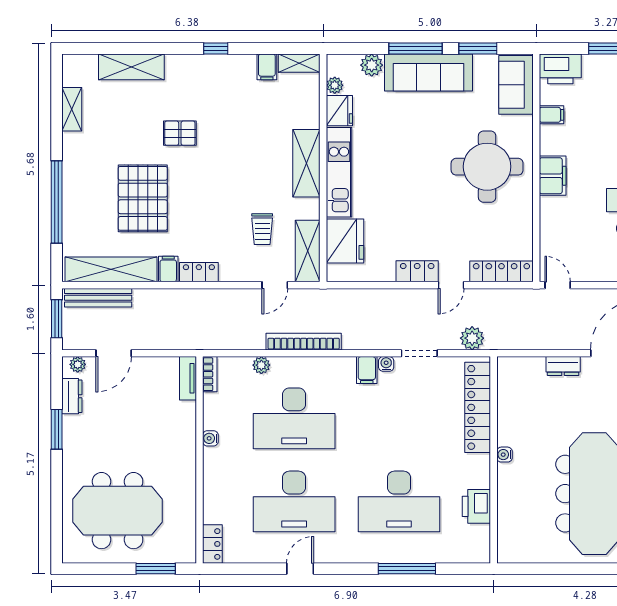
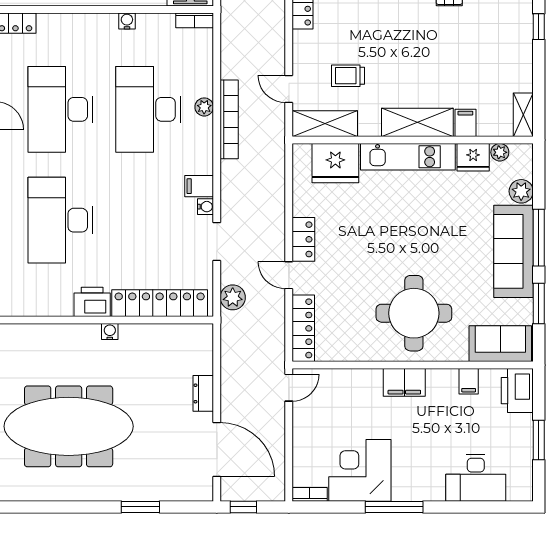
filing cabinet: (267, 67) -> (465, 123), moved, turned 90
plant: (261, 365) -> (204, 107), moved
printer: (476, 506) -> (92, 302), moved

